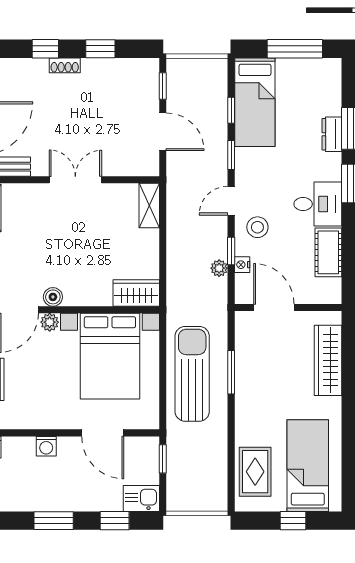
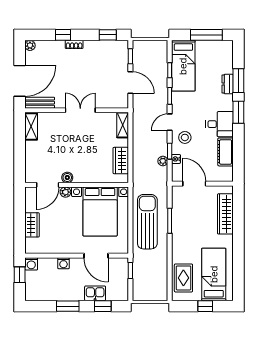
window: (100, 49) -> (108, 35), moved
wardrobe: (136, 293) -> (121, 161), moved, turned -90
kitchen sink: (141, 498) -> (95, 293), moved

